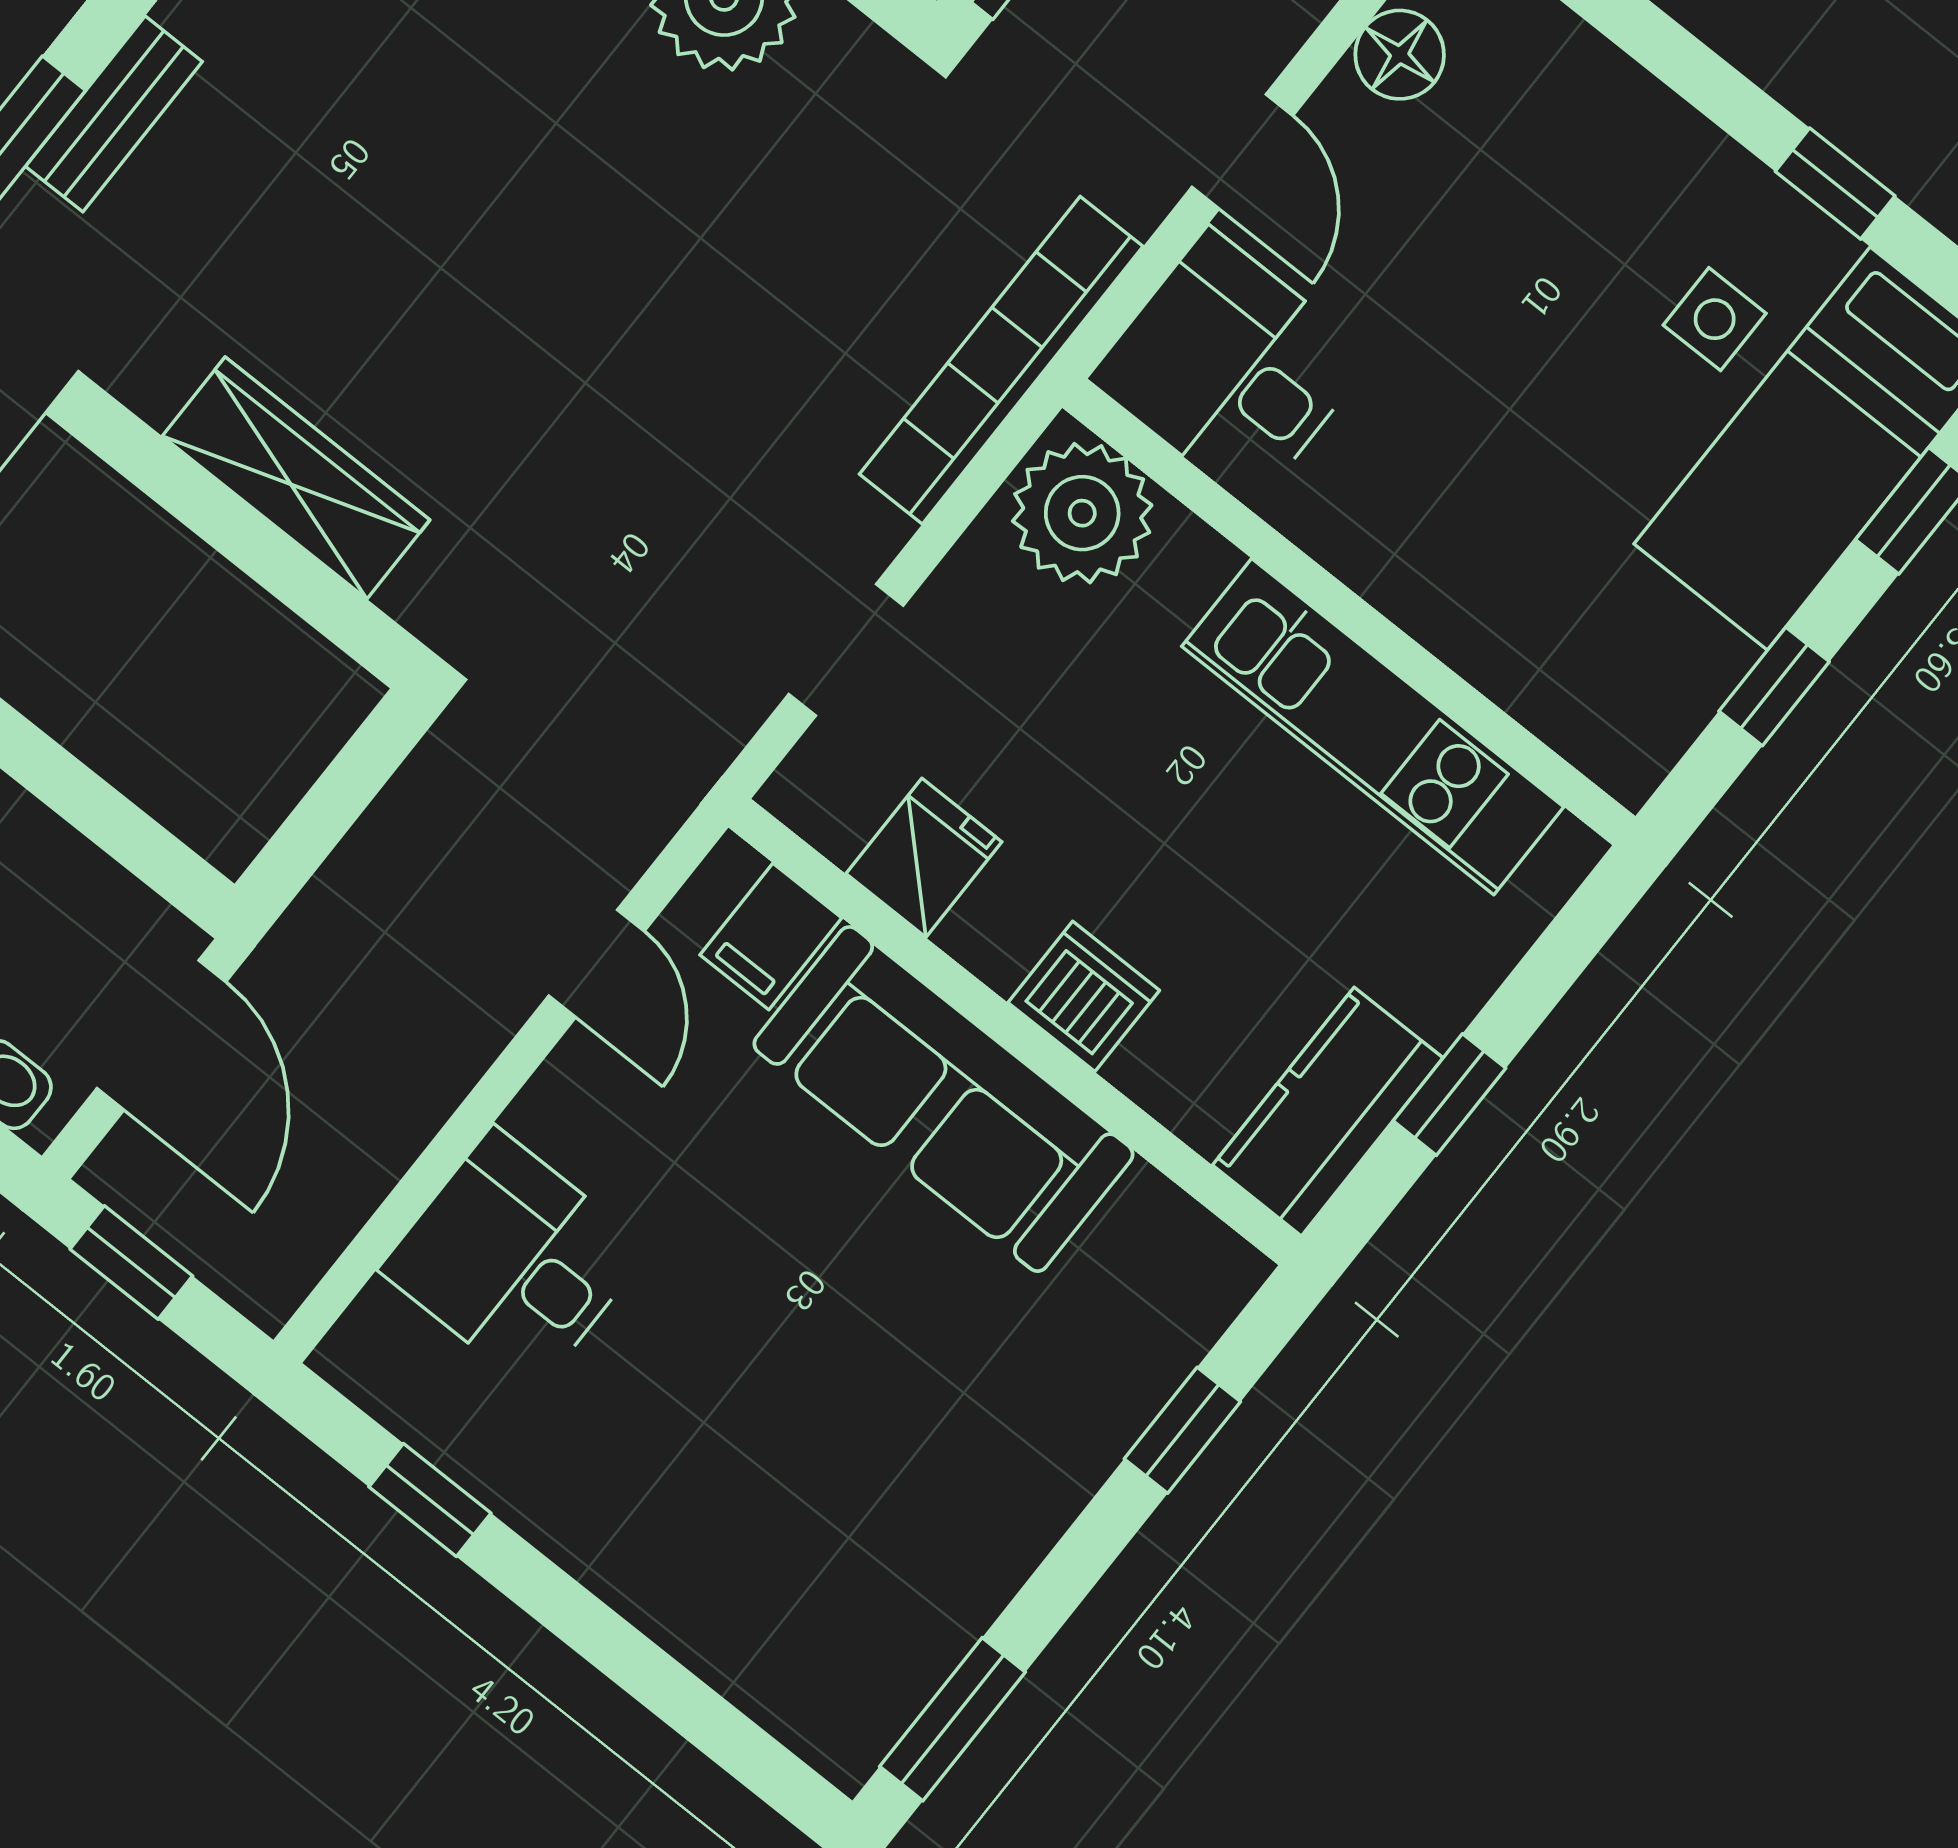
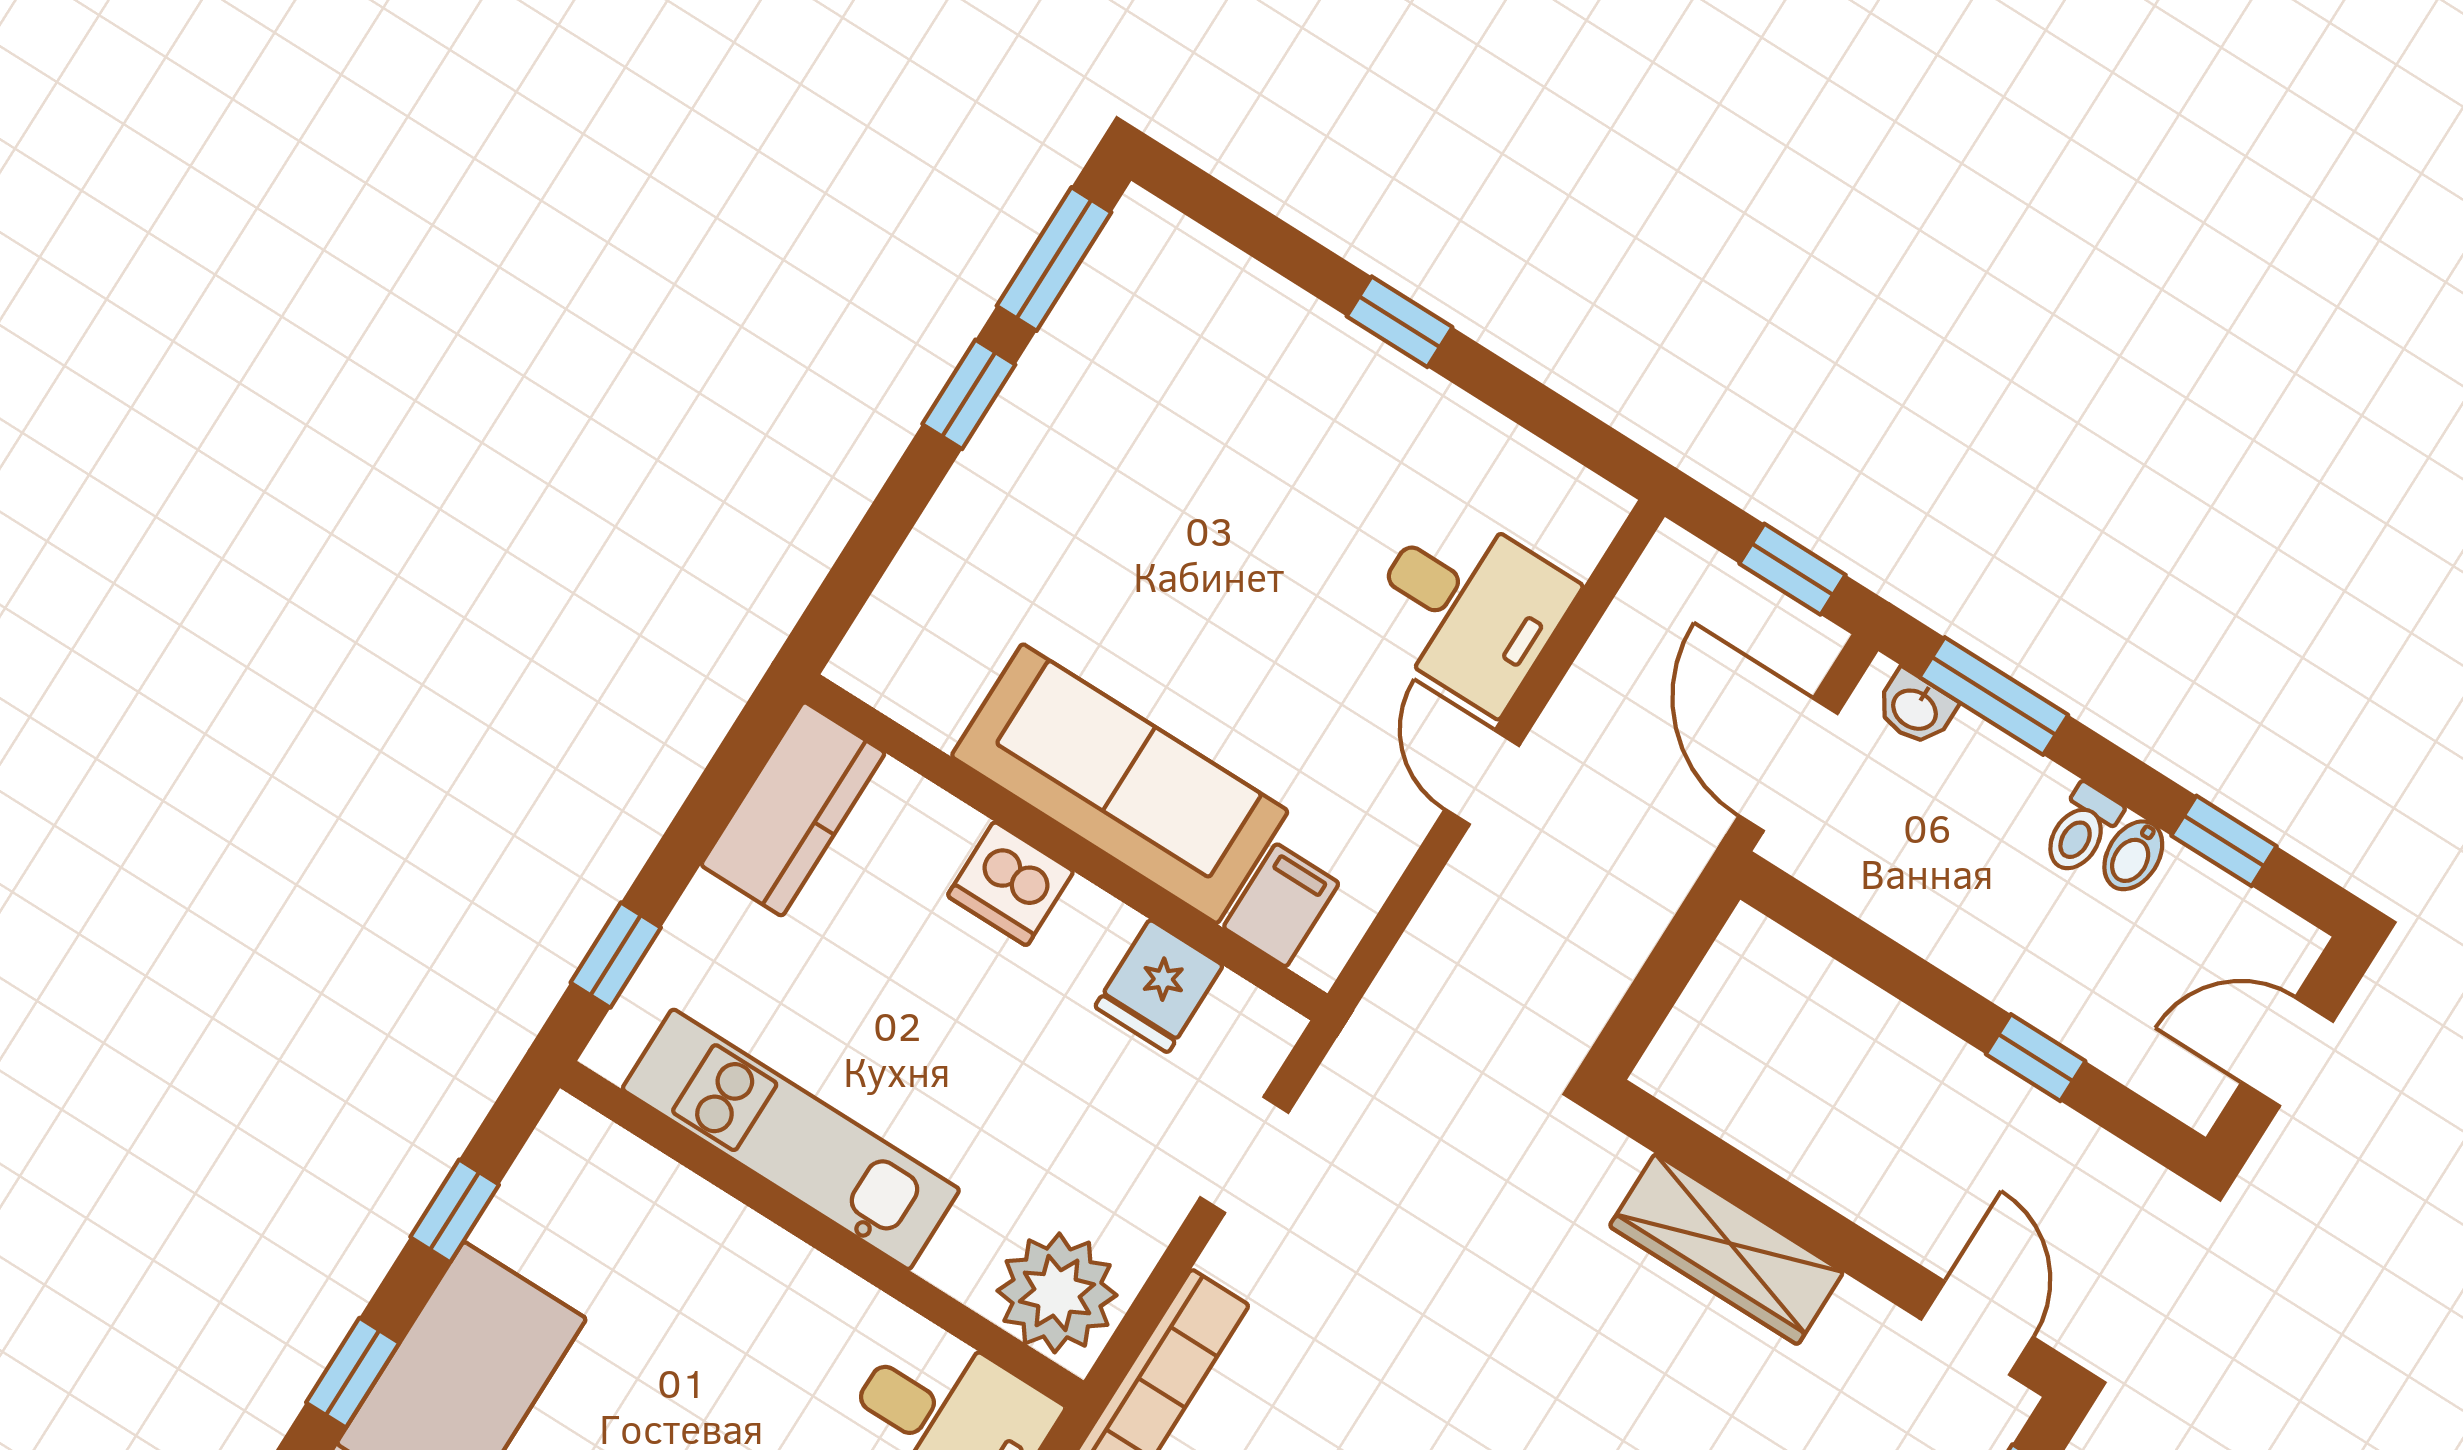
door: (596, 964) -> (1482, 777), moved
window: (1449, 1095) -> (616, 955), moved
window: (1182, 1430) -> (969, 394), moved
window: (430, 1500) -> (1400, 322), moved

